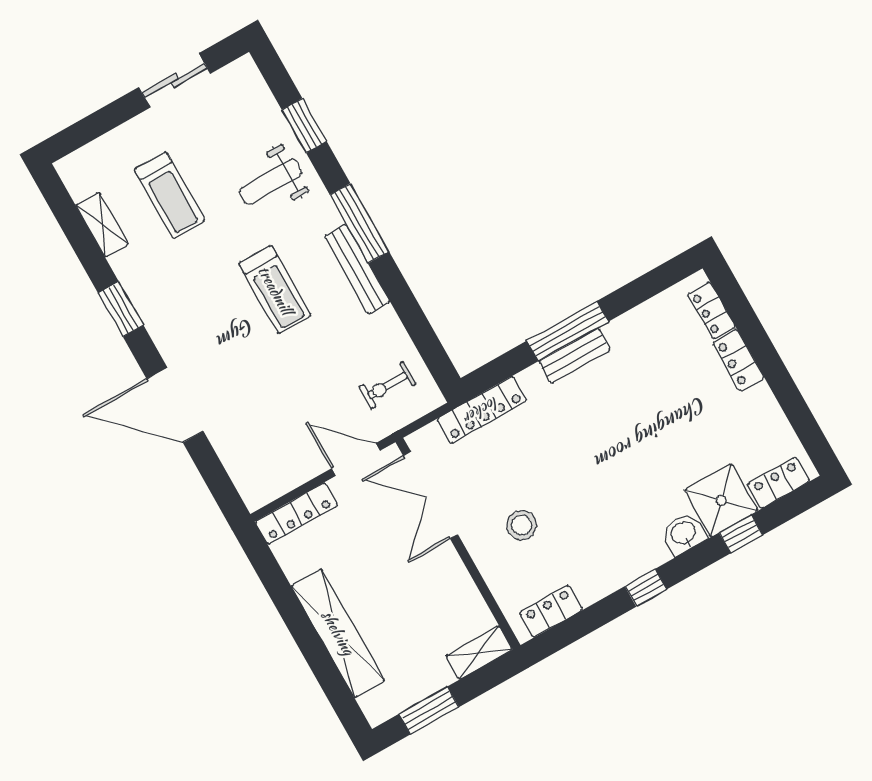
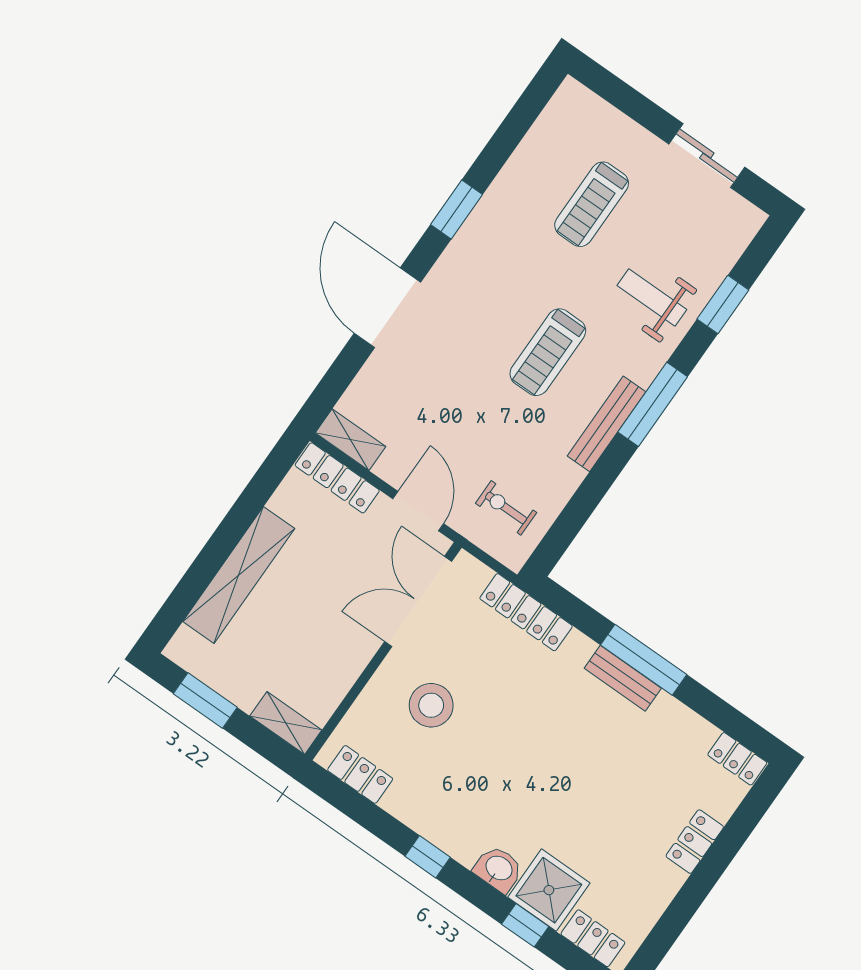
shelving: (102, 225) -> (351, 440), moved, turned 90
locker: (711, 311) -> (737, 759), moved, turned -90
stool: (522, 525) -> (431, 705), width x1.38, depth x1.38

